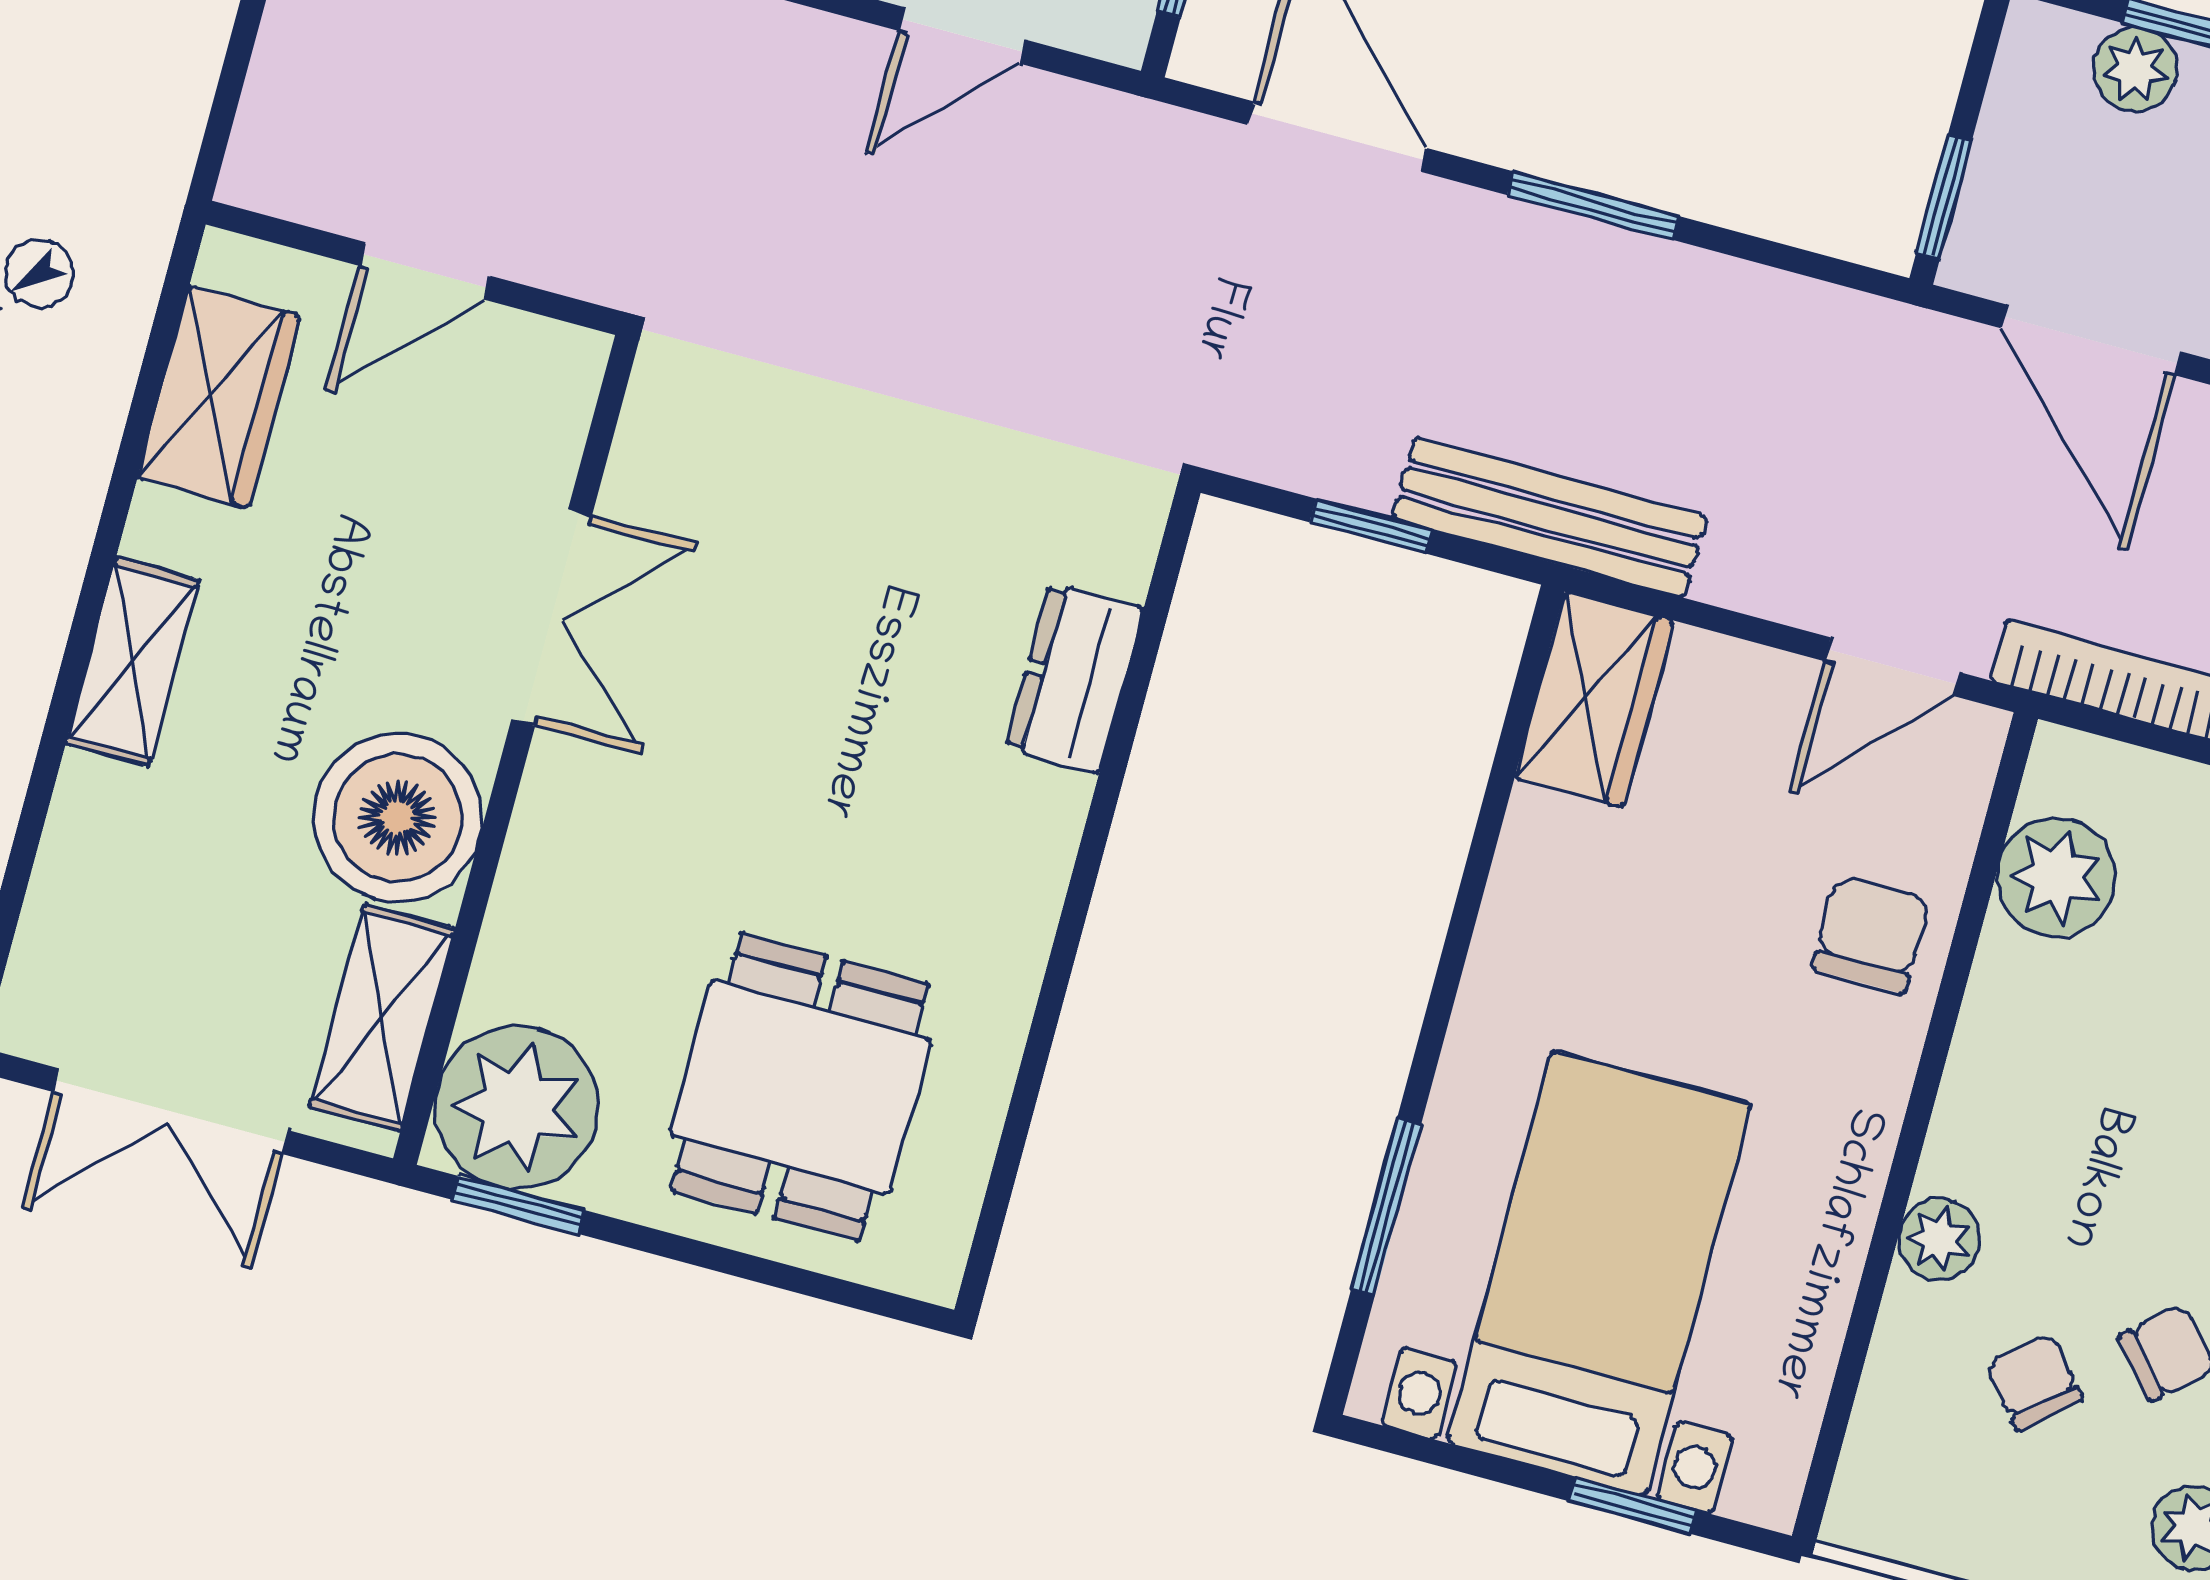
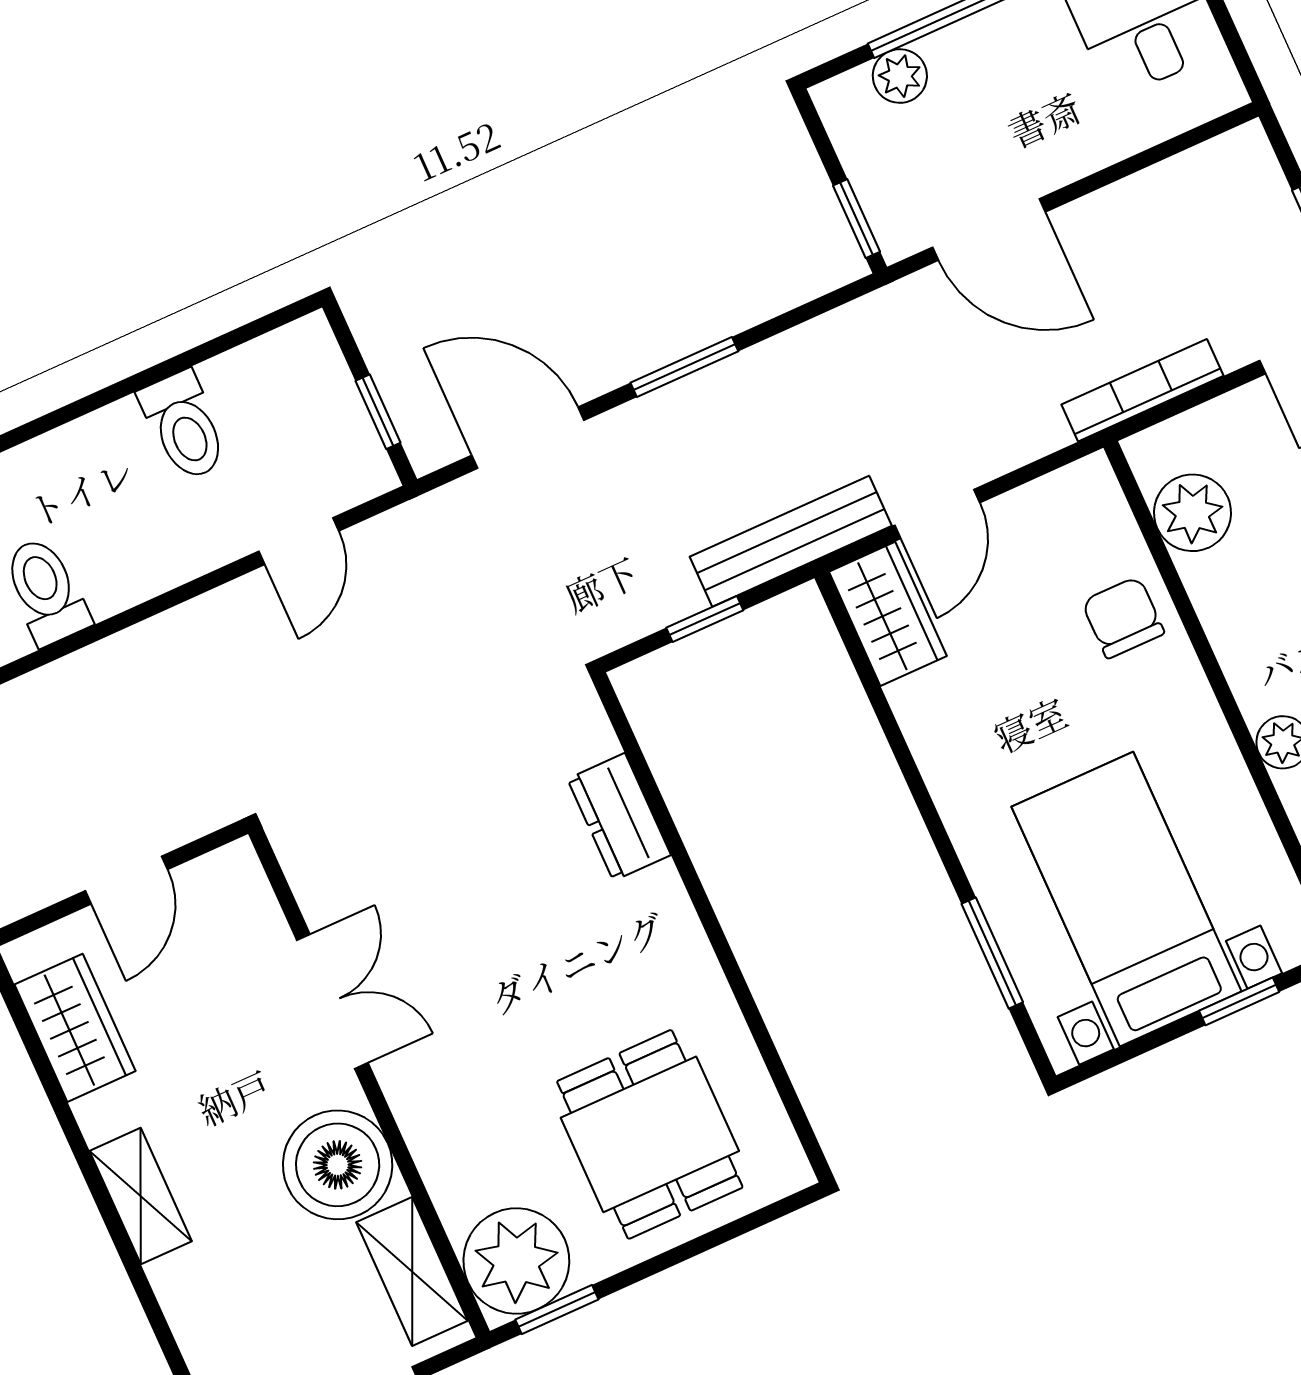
door: (1892, 667) -> (937, 514), moved

